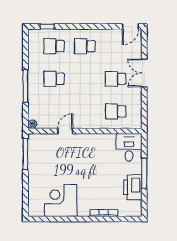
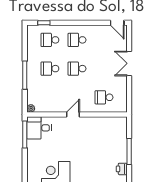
door: (130, 27) -> (117, 23), hinge flipped
school desk: (116, 79) -> (77, 69), moved
door: (65, 131) -> (73, 115), moved
desk: (129, 147) -> (39, 128), moved, turned -90
printer: (133, 187) -> (122, 169), width x0.53, depth x0.68

